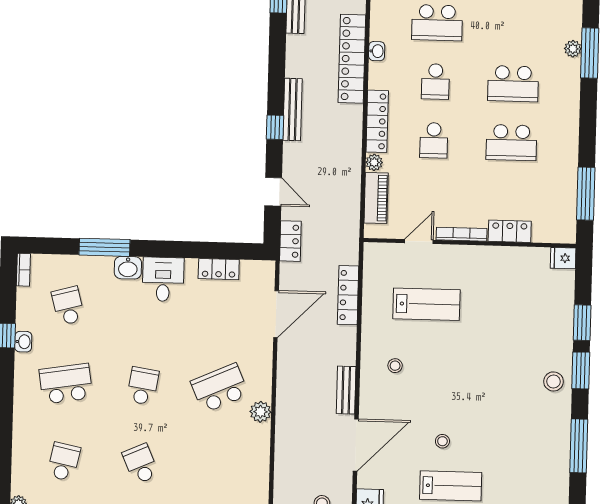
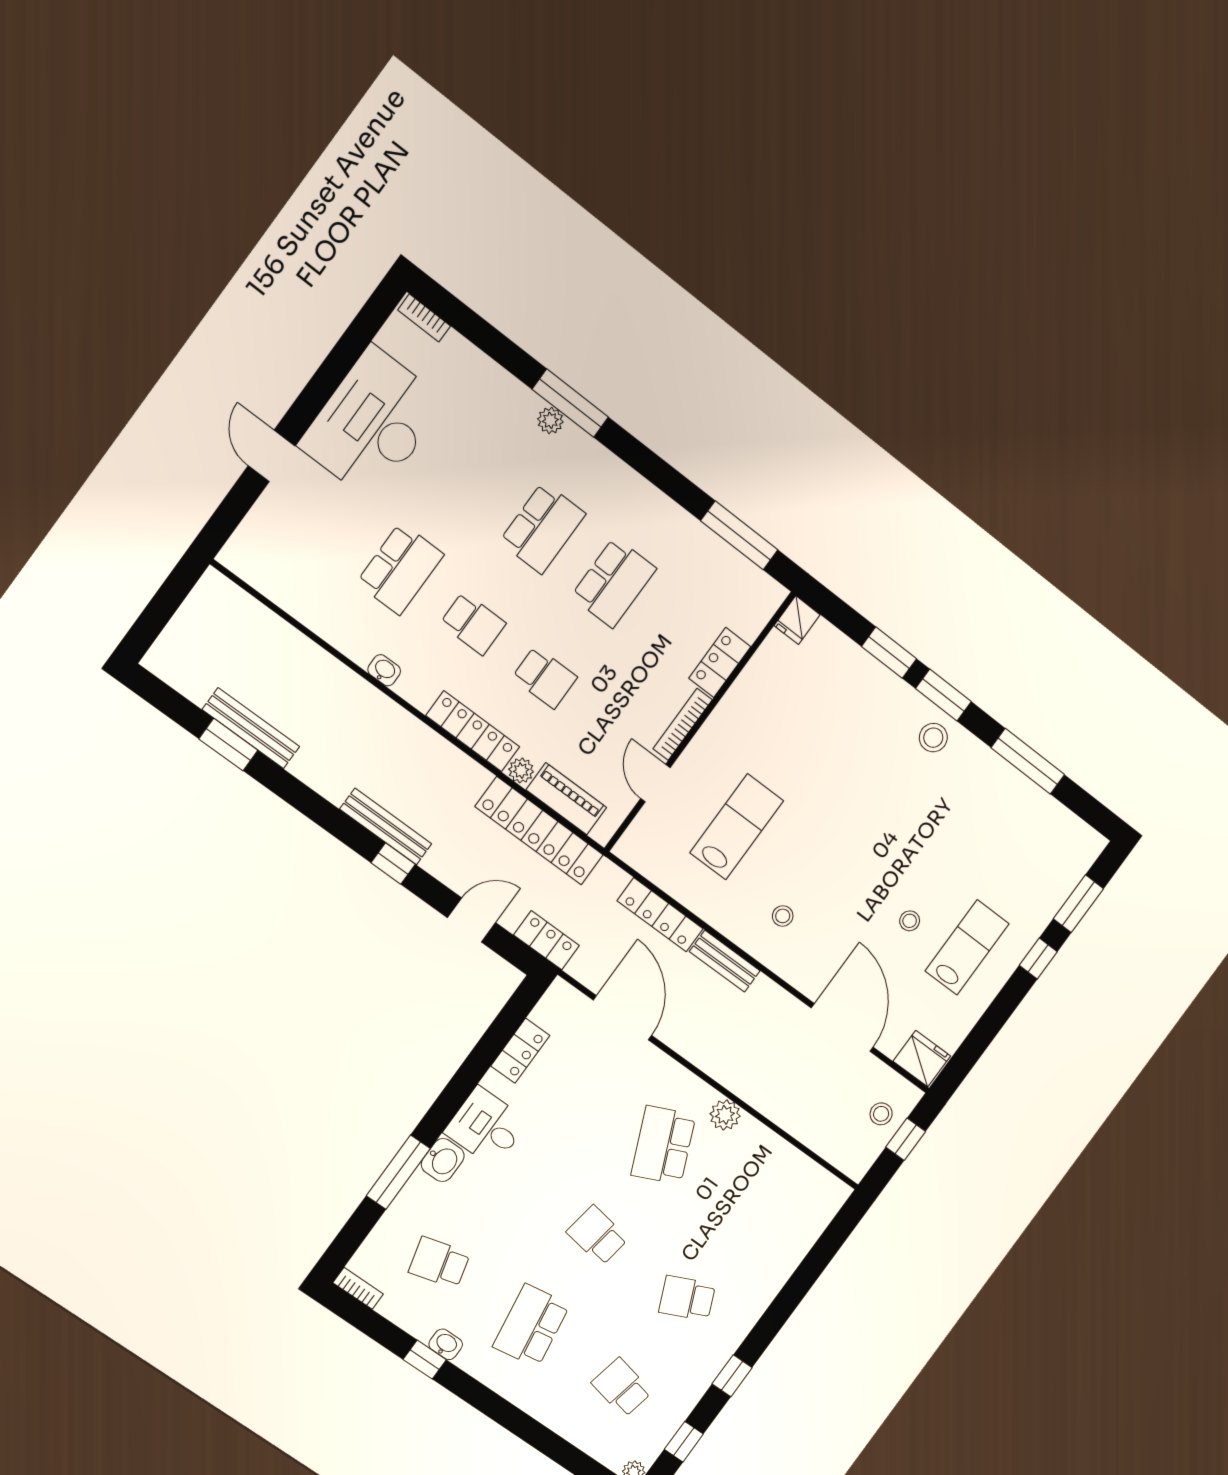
locker: (352, 59) -> (539, 831), moved
bench: (346, 390) -> (725, 961), moved

